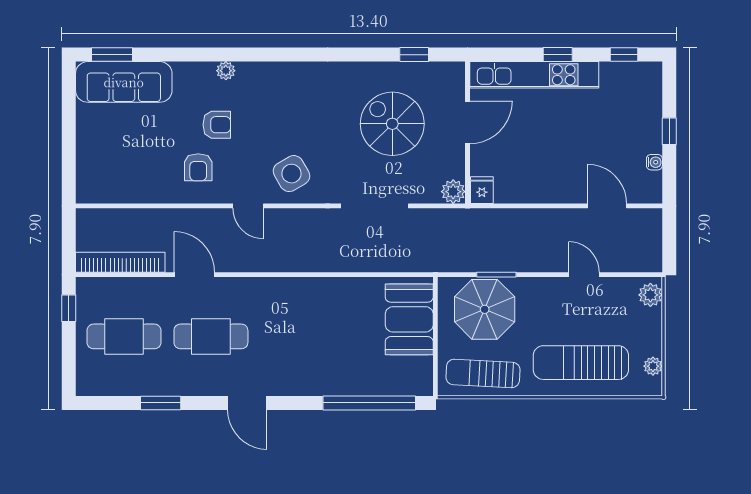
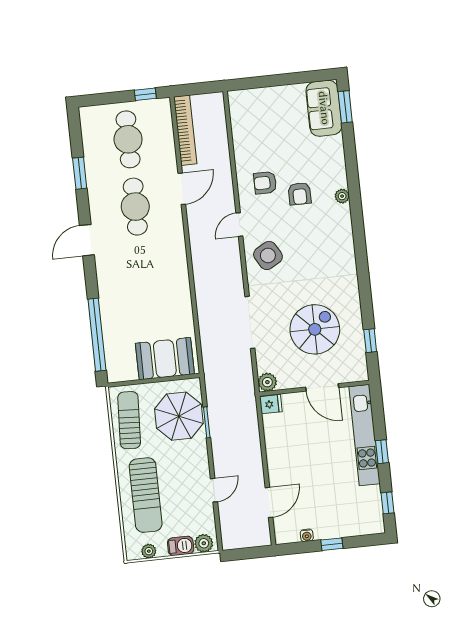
sofa: (124, 82) -> (324, 108), width x0.73
barbecue: (651, 325) -> (181, 546), added
sun lounger: (581, 363) -> (146, 495), turned 180

